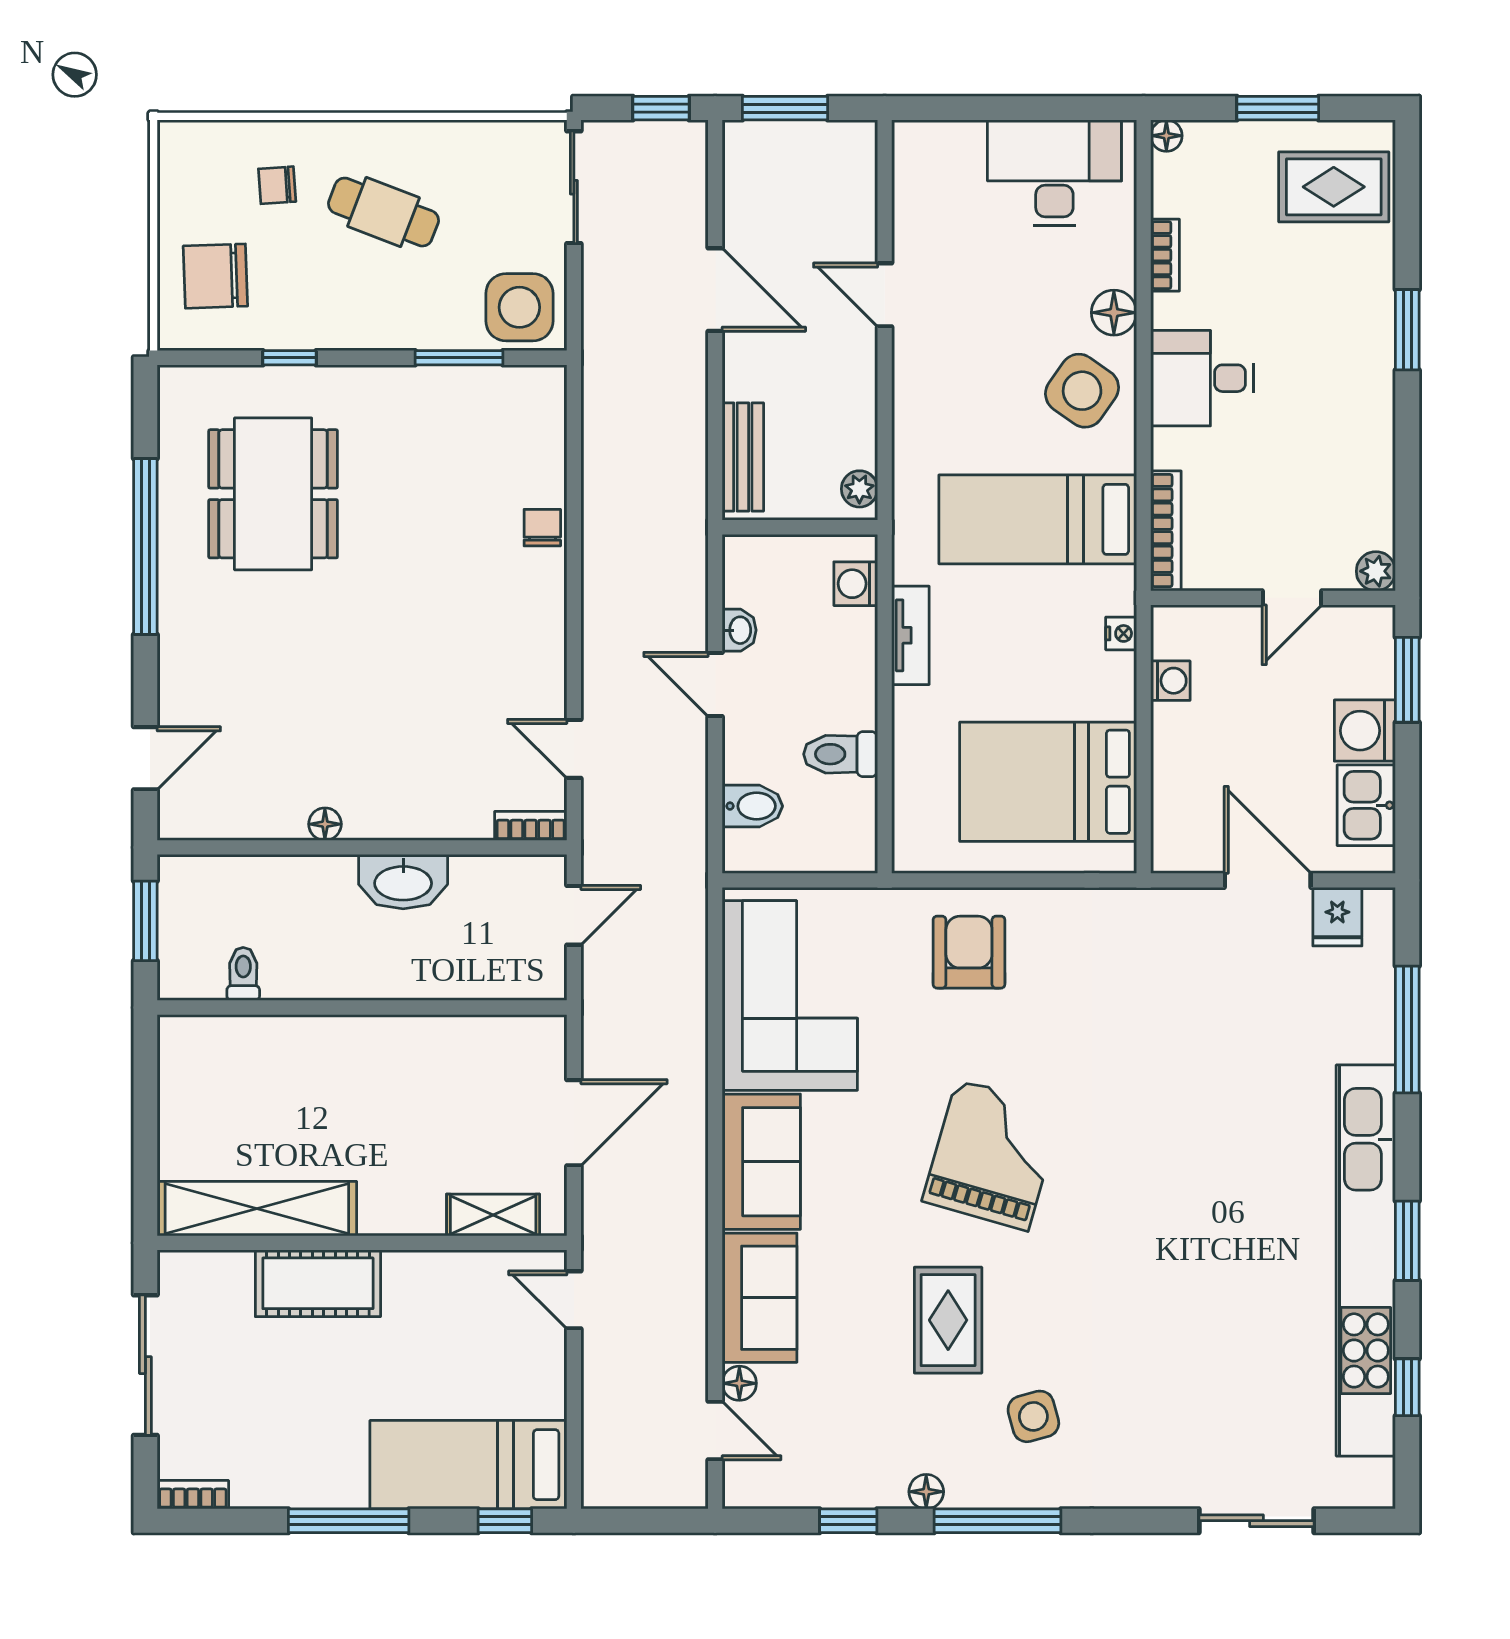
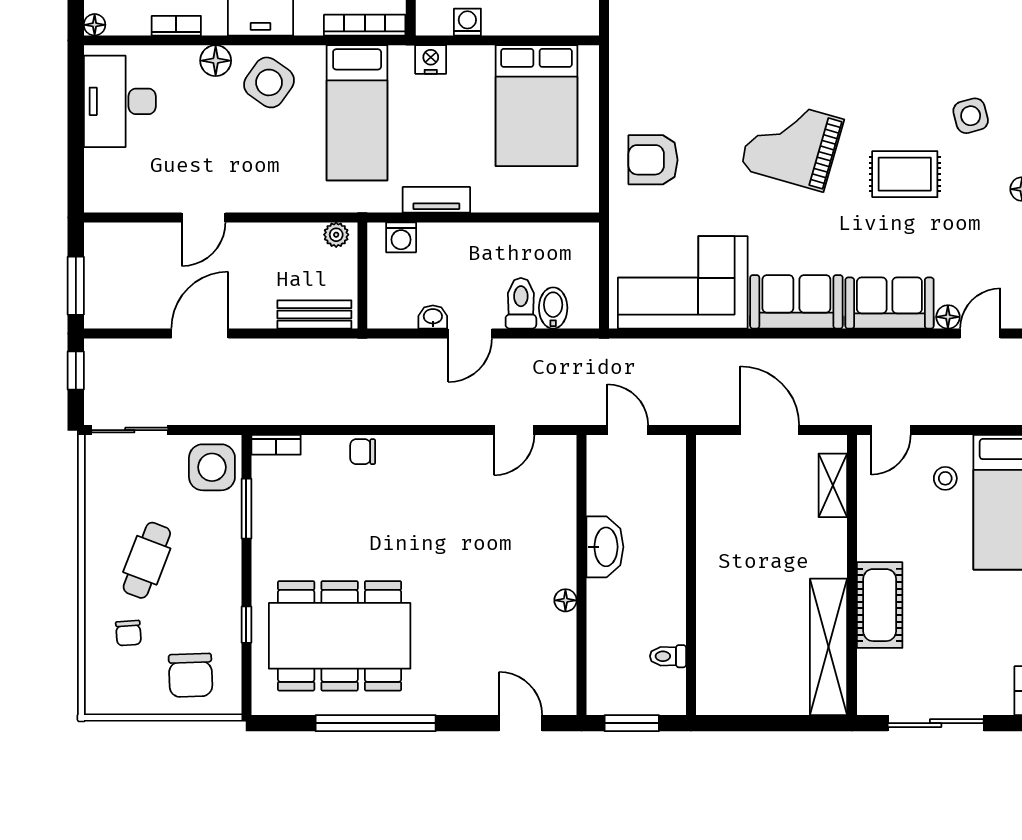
dining table: (273, 494) -> (340, 636), width x1.36, depth x1.24
nightstand: (1121, 633) -> (431, 59), width x1.39, depth x1.35
toilet: (841, 754) -> (521, 303), moved, turned 180
bookcase: (531, 826) -> (276, 445), moved, turned -90
stool: (503, 1379) -> (945, 478), added

